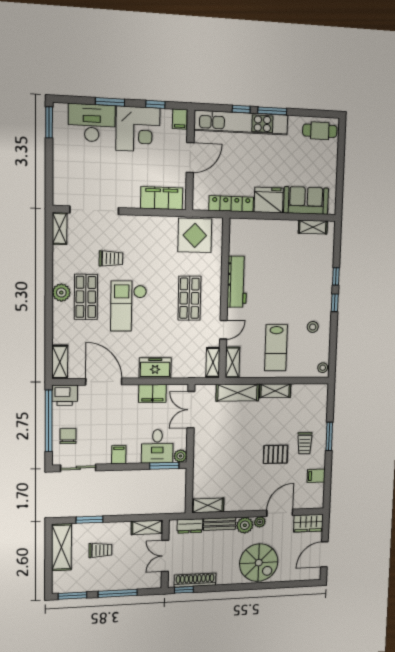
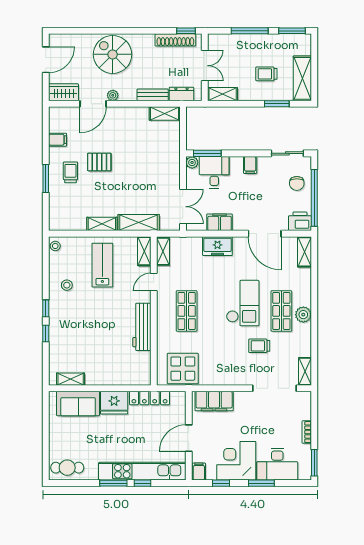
bookcase: (58, 159) -> (307, 432), added
plant: (245, 525) -> (128, 93), removed

